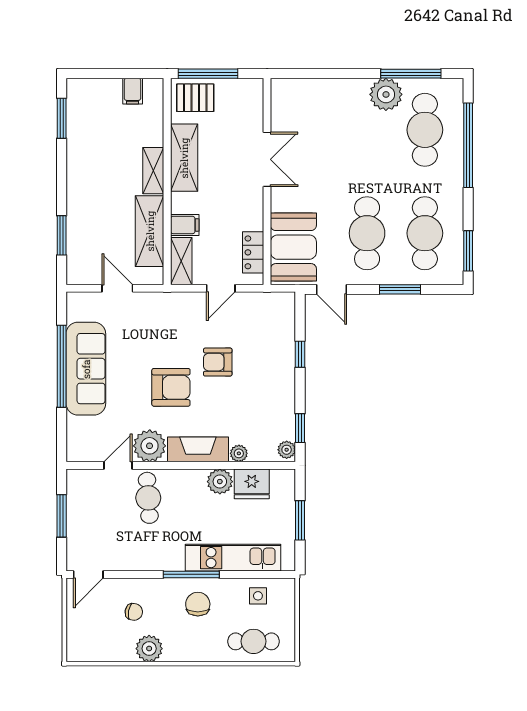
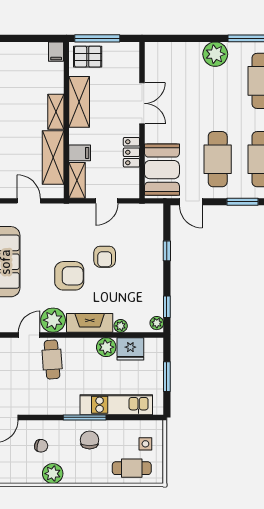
filing cabinet: (133, 91) -> (56, 52), moved
plant: (386, 94) -> (215, 54), moved
locker: (253, 252) -> (131, 152), moved
armchair: (218, 362) -> (105, 257), turned -90
side table: (258, 596) -> (145, 444), moved

